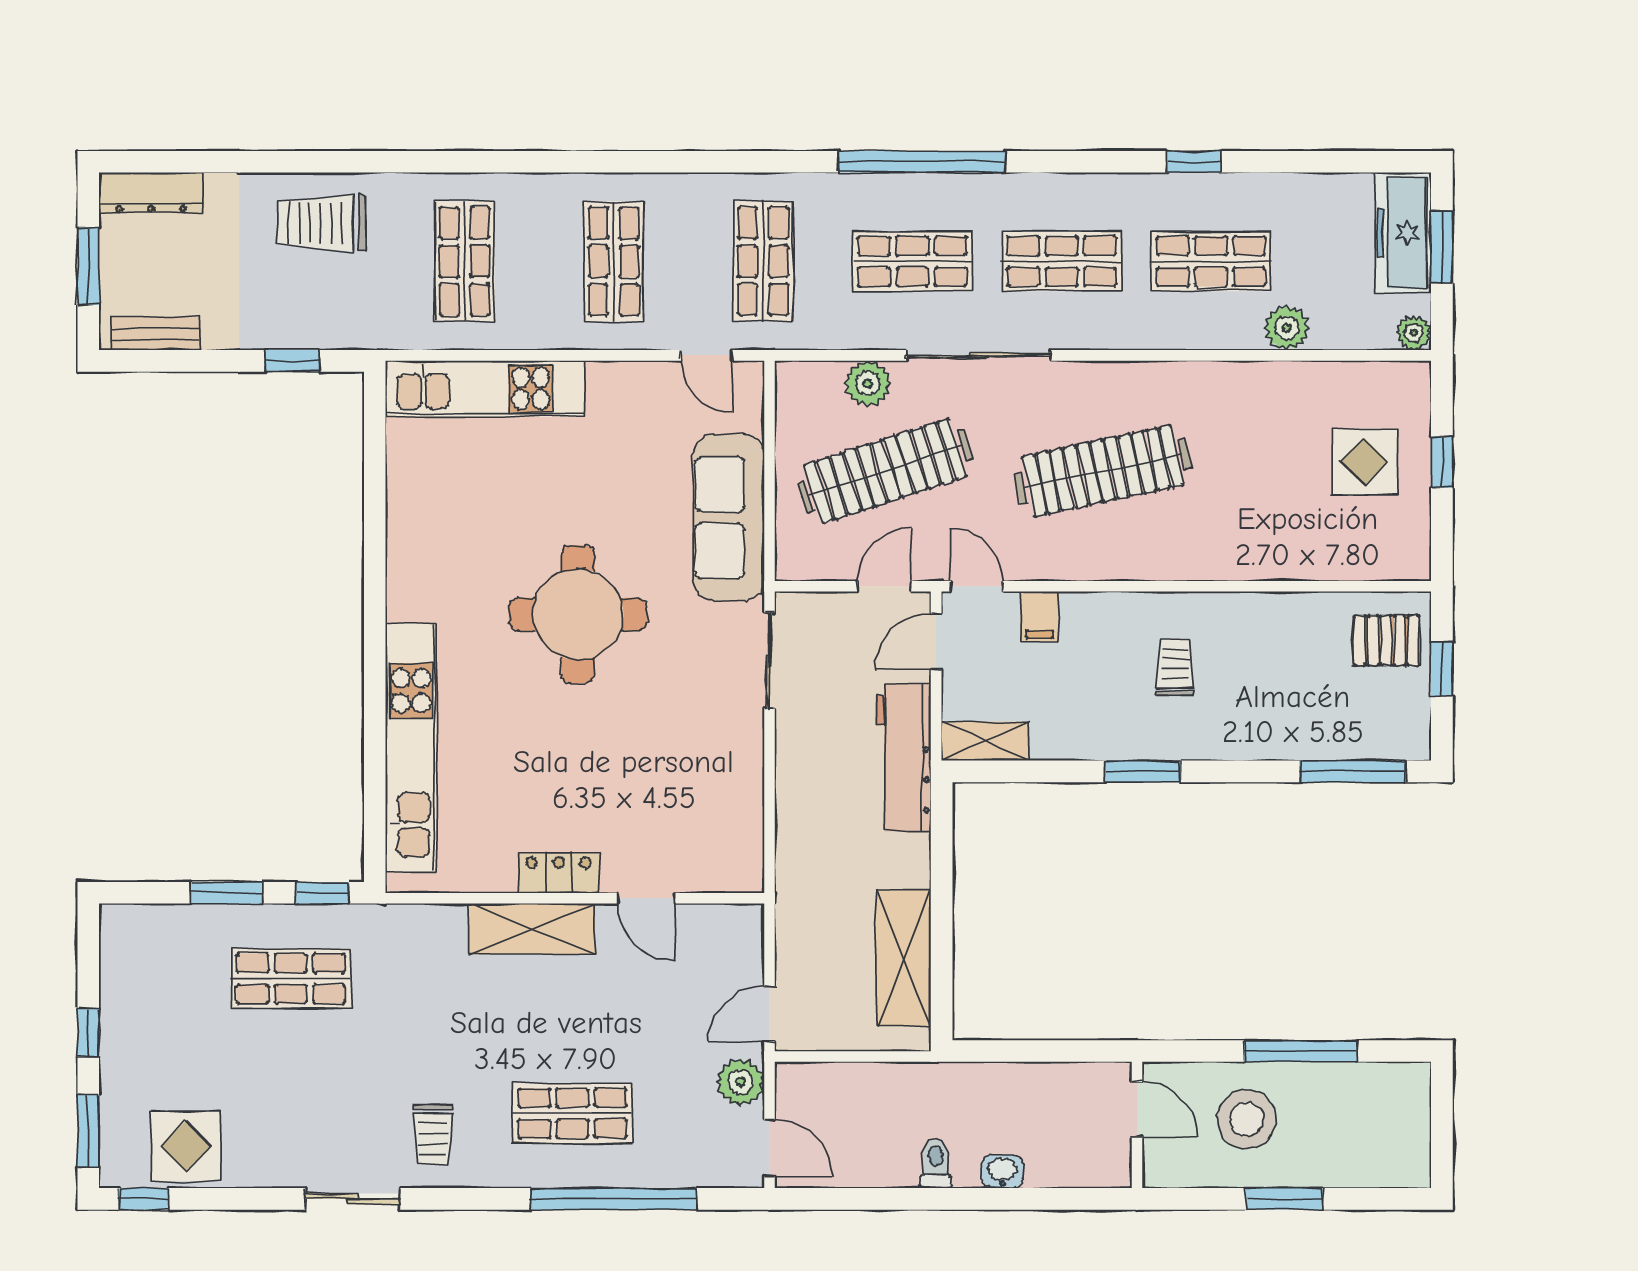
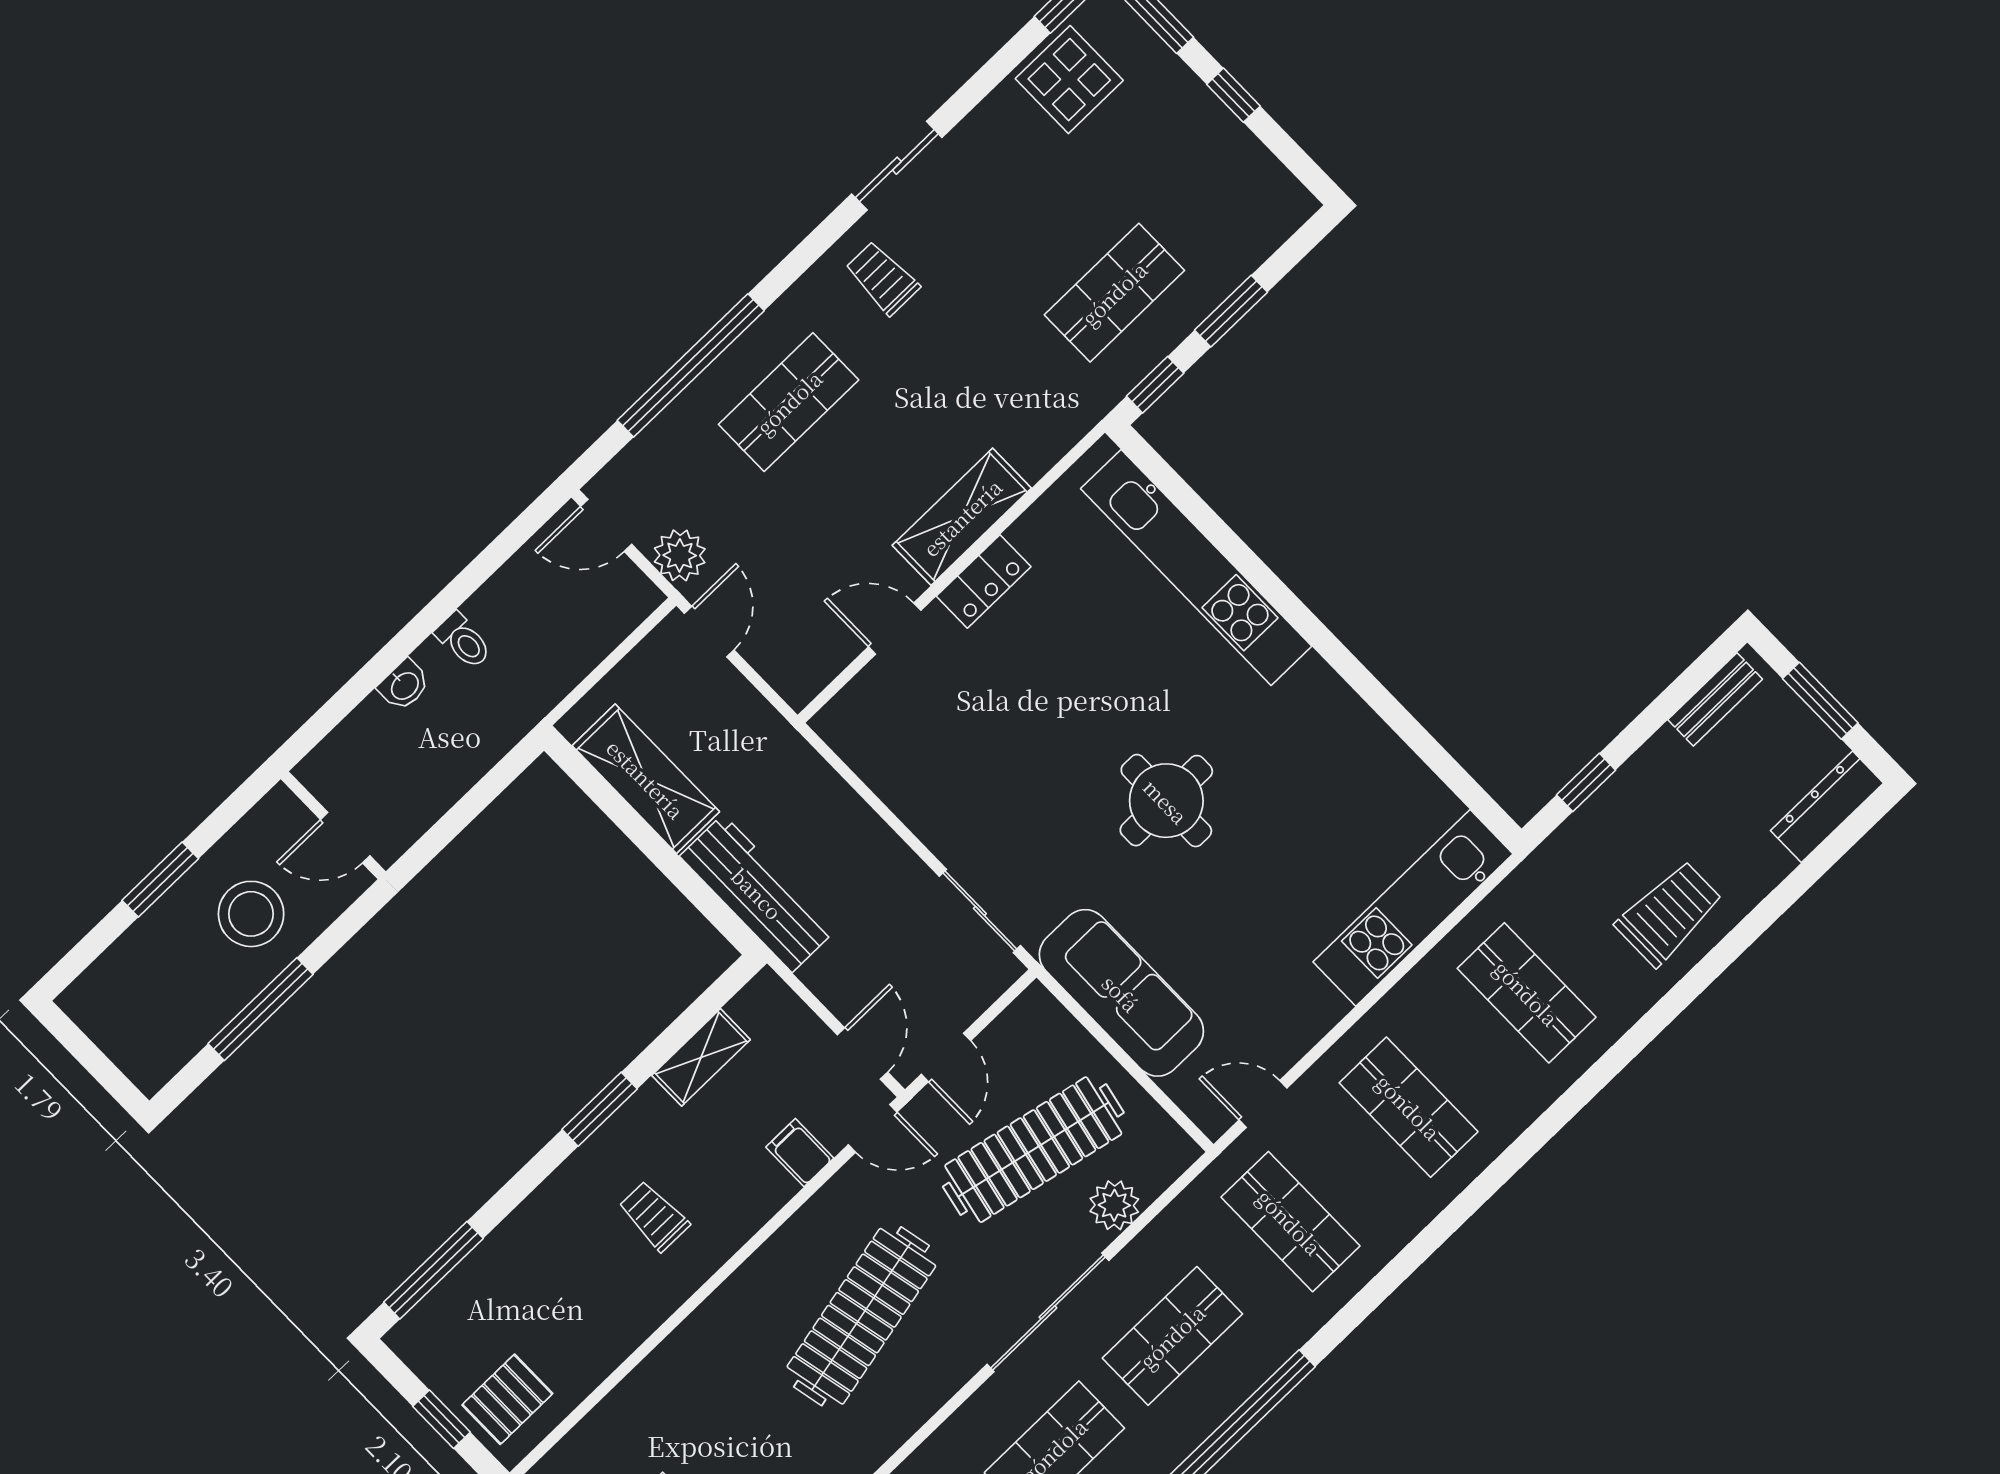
clothes rail: (885, 471) -> (1033, 1150), turned 30
round table: (578, 614) -> (1166, 801), width x0.73, depth x0.73
trolley: (1175, 667) -> (654, 1216), turned 180
shelving: (985, 741) -> (701, 1057), moved
workbench: (903, 758) -> (757, 893), moved

